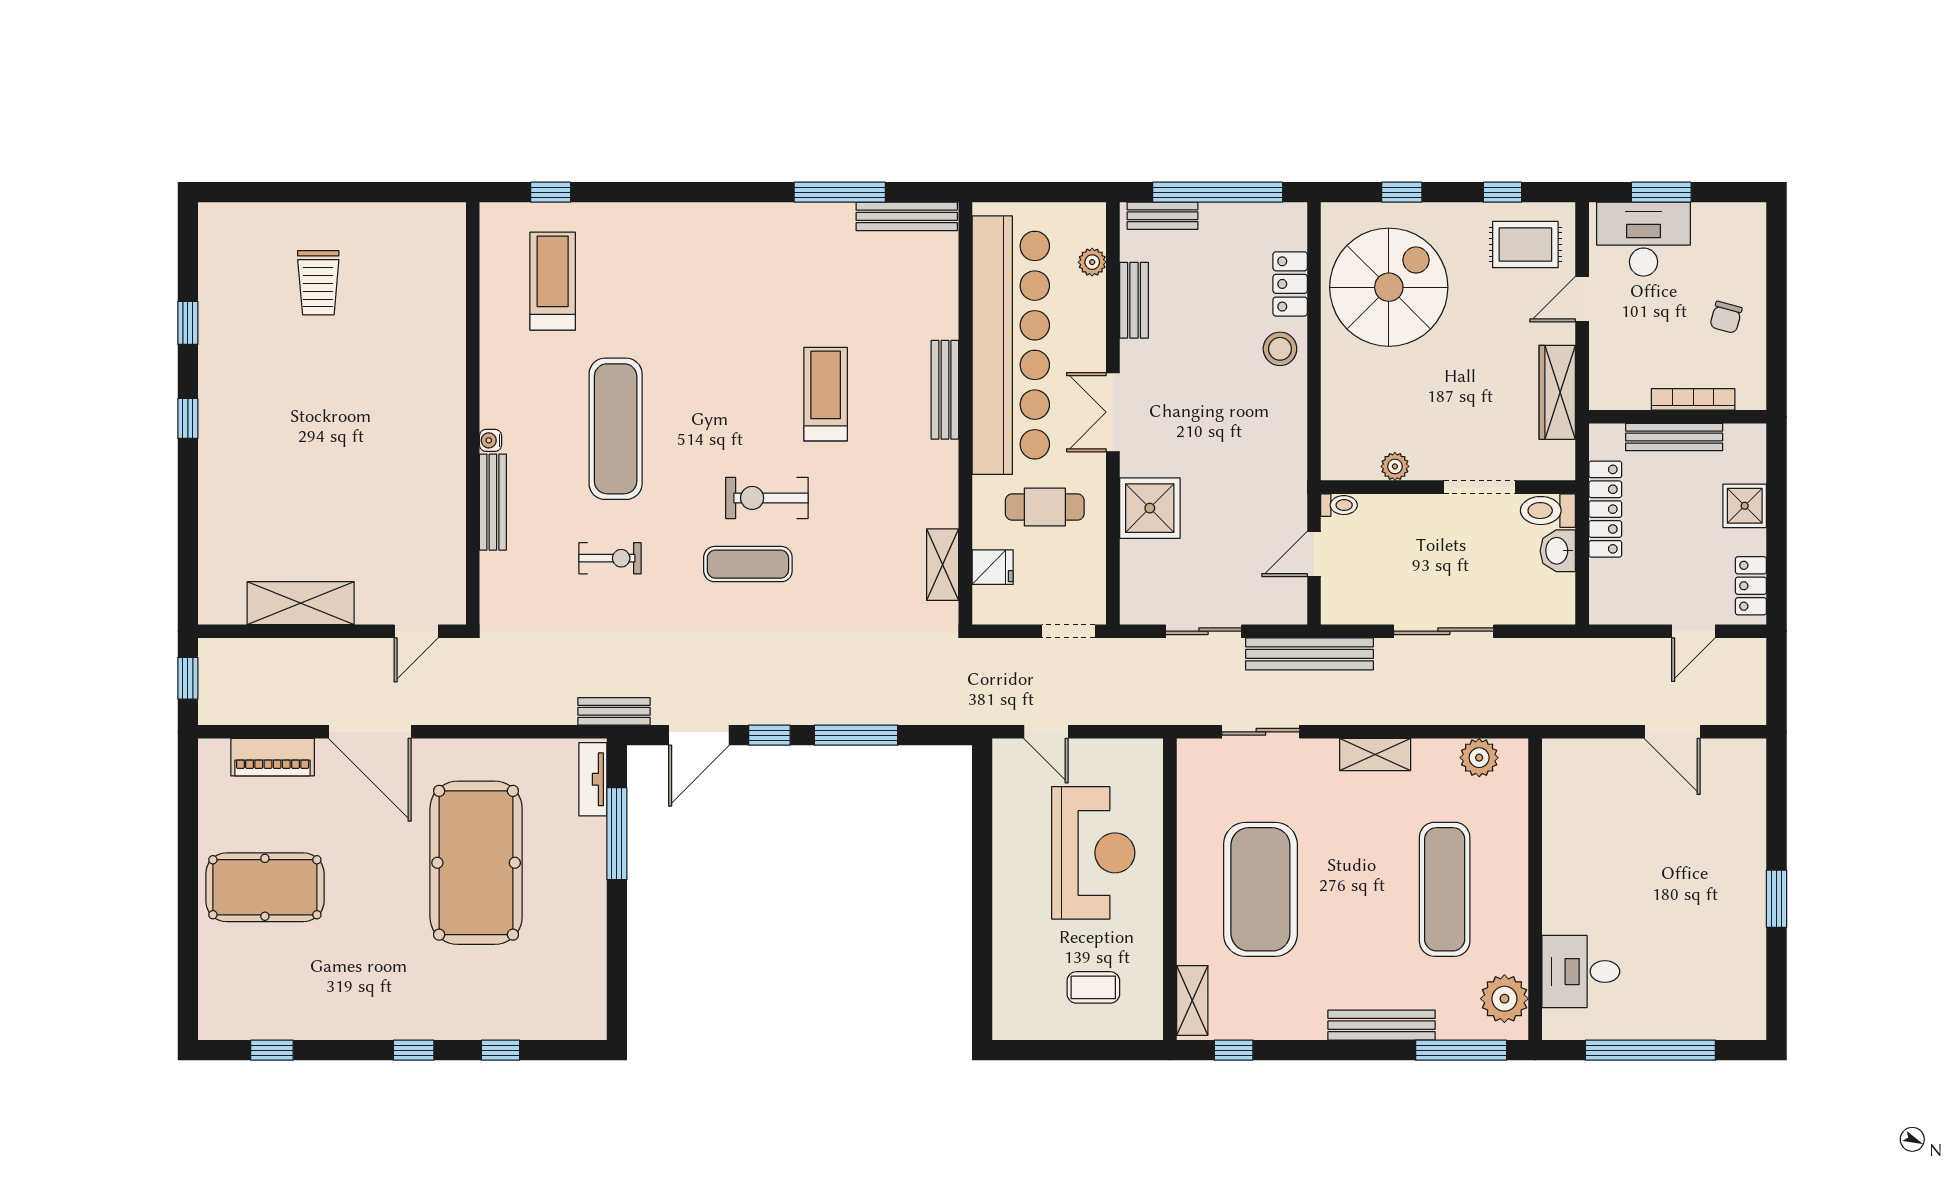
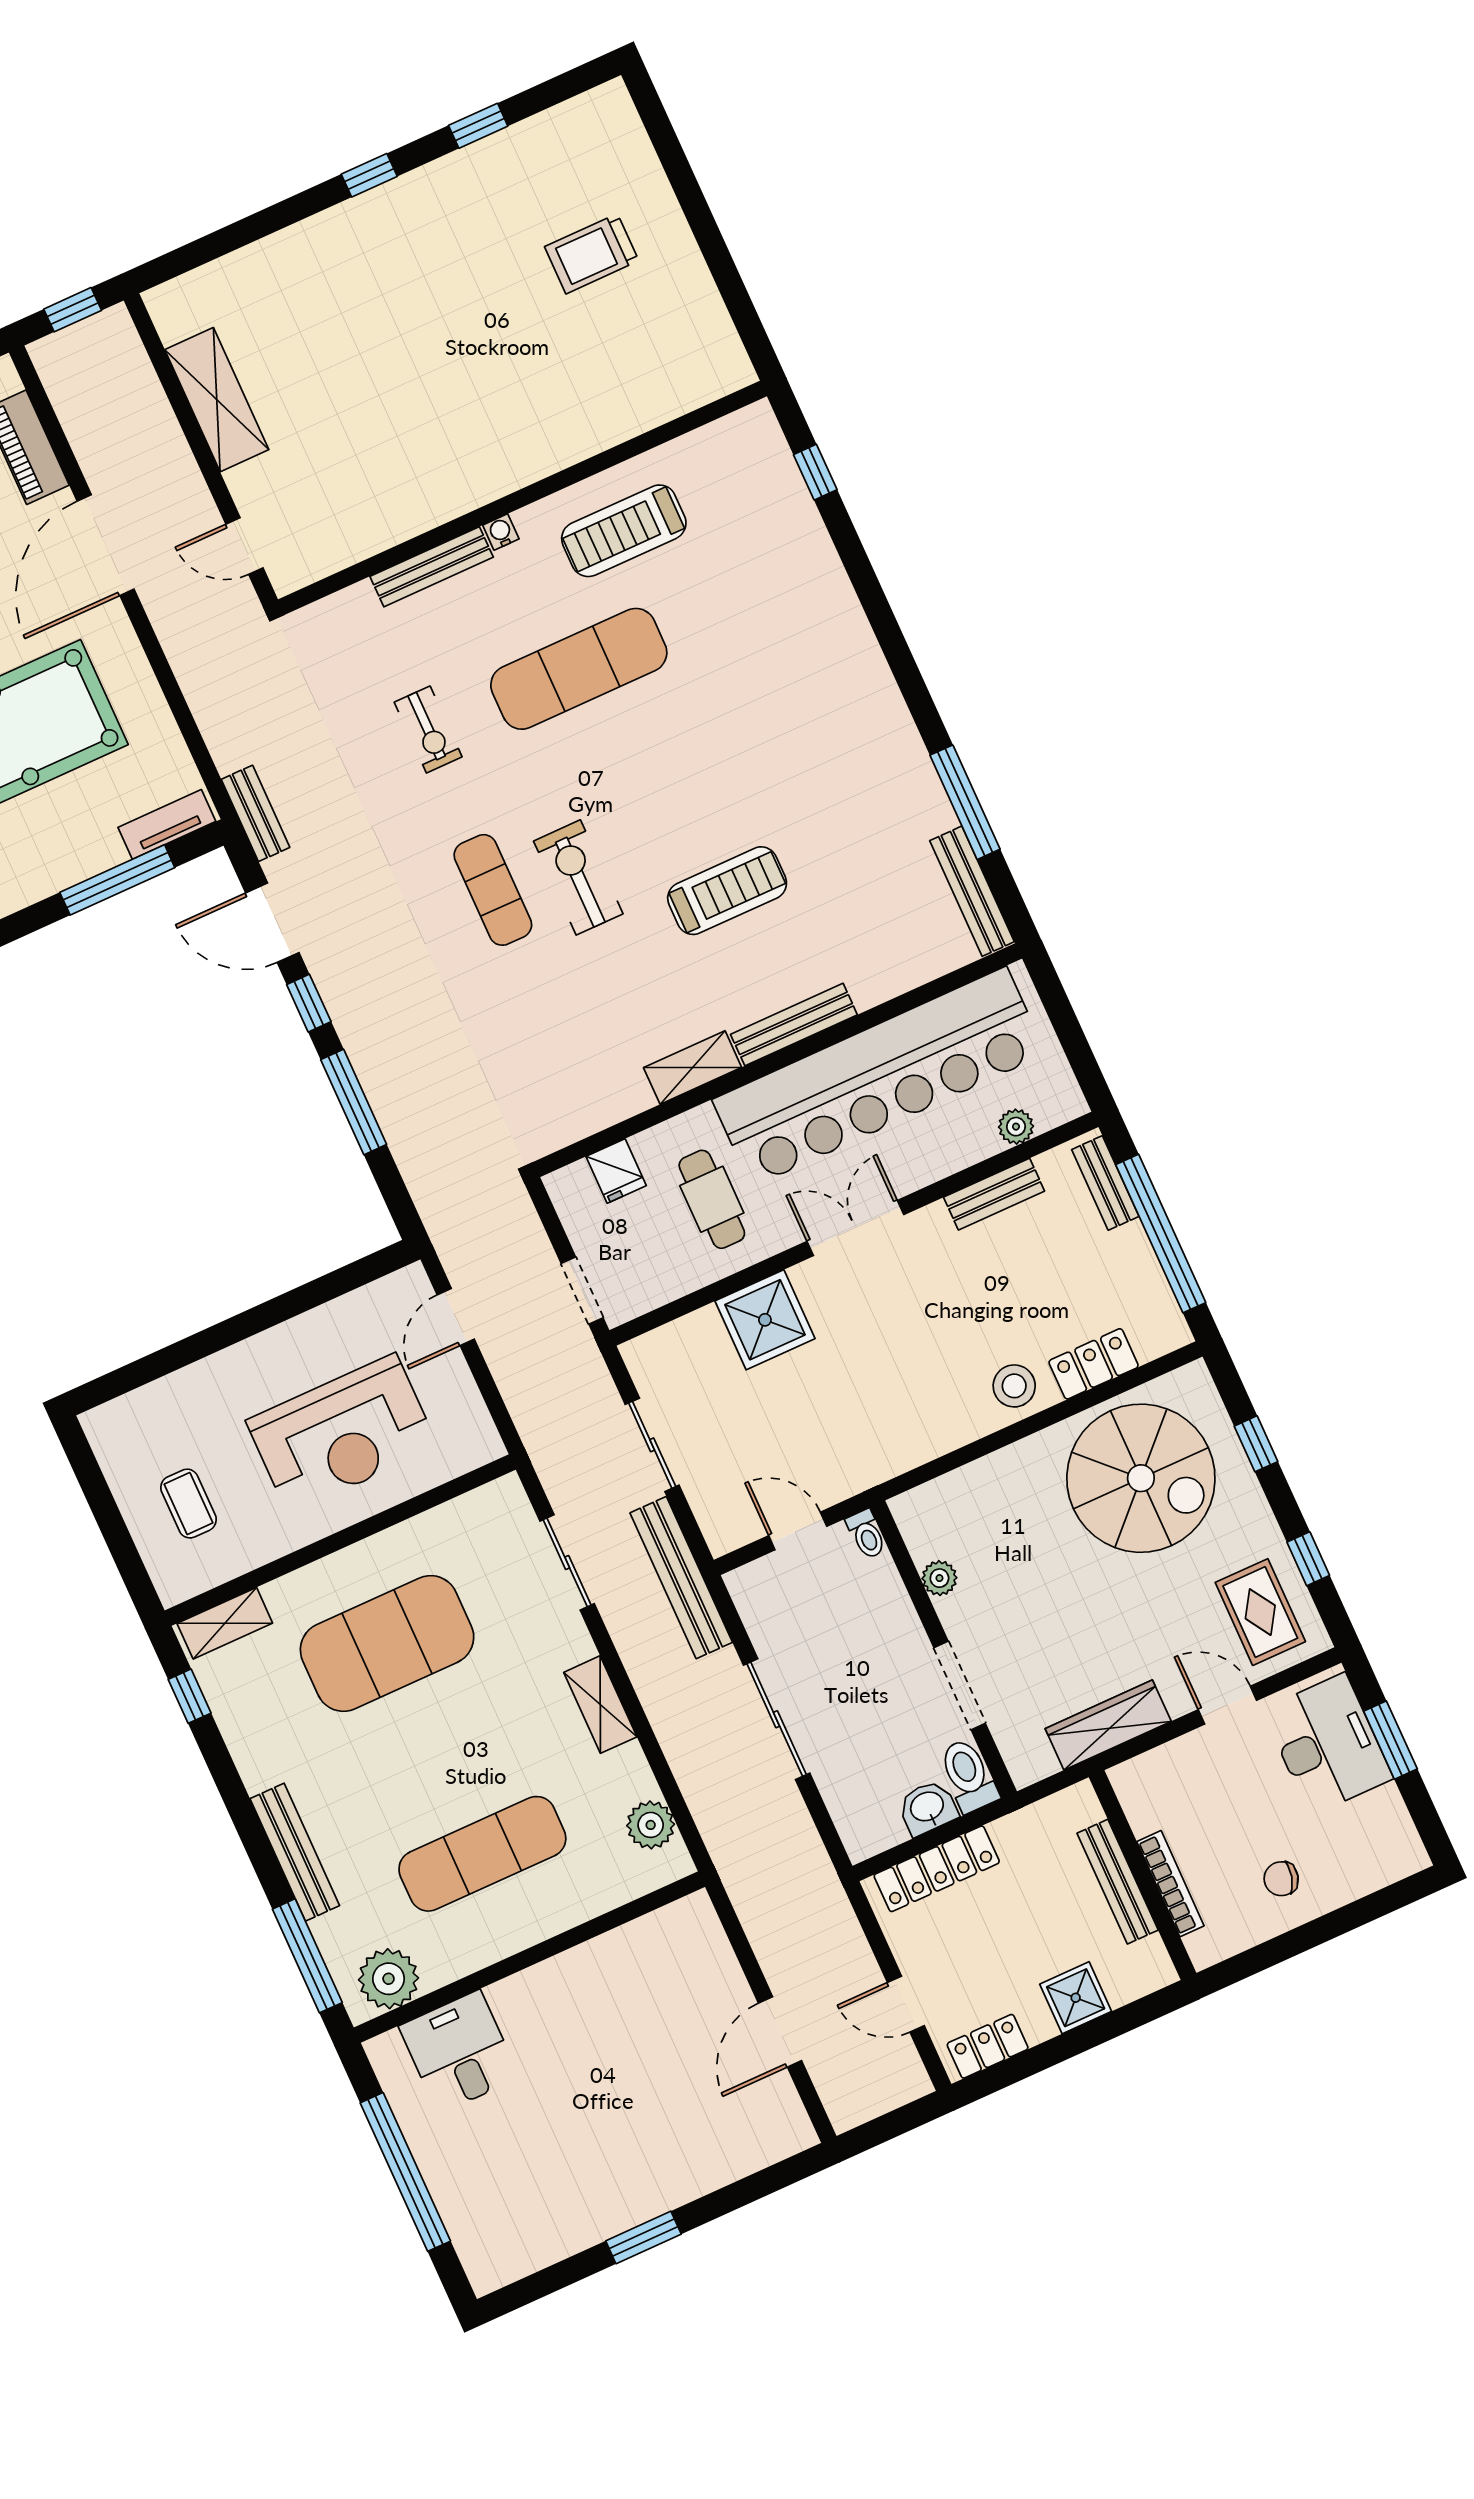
treadmill: (553, 281) -> (624, 531), moved, turned 180
locker: (1605, 509) -> (937, 1869), moved
shelving: (943, 565) -> (693, 1067), moved

